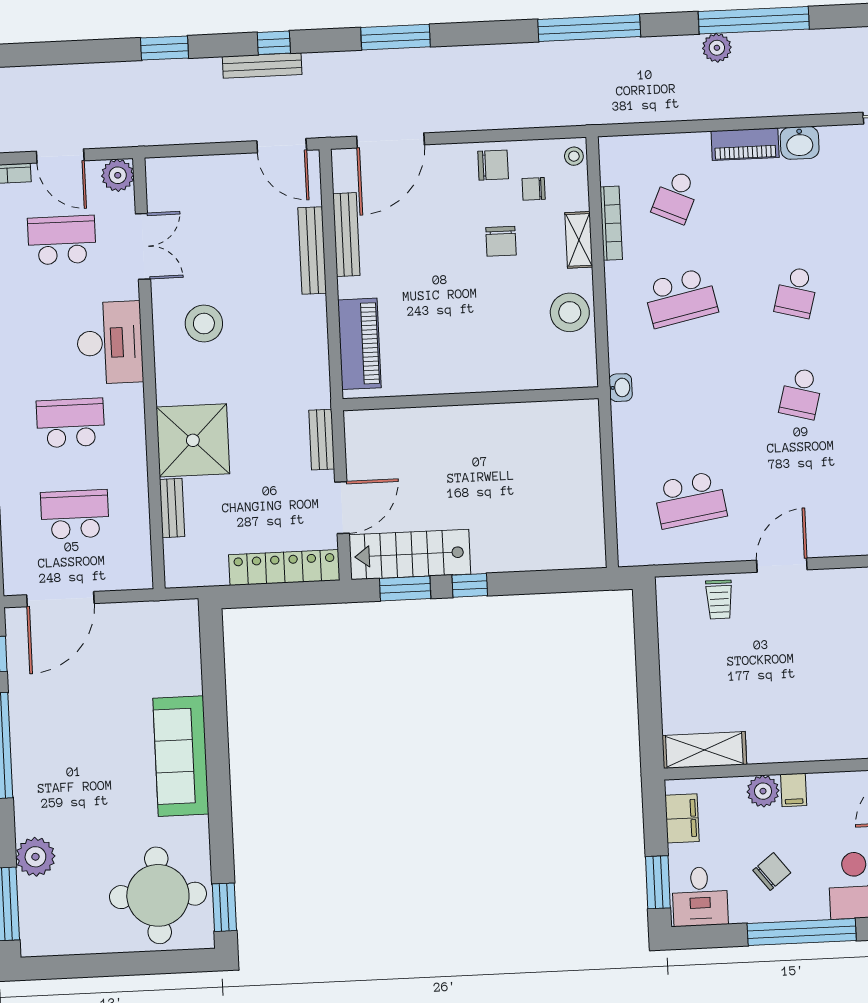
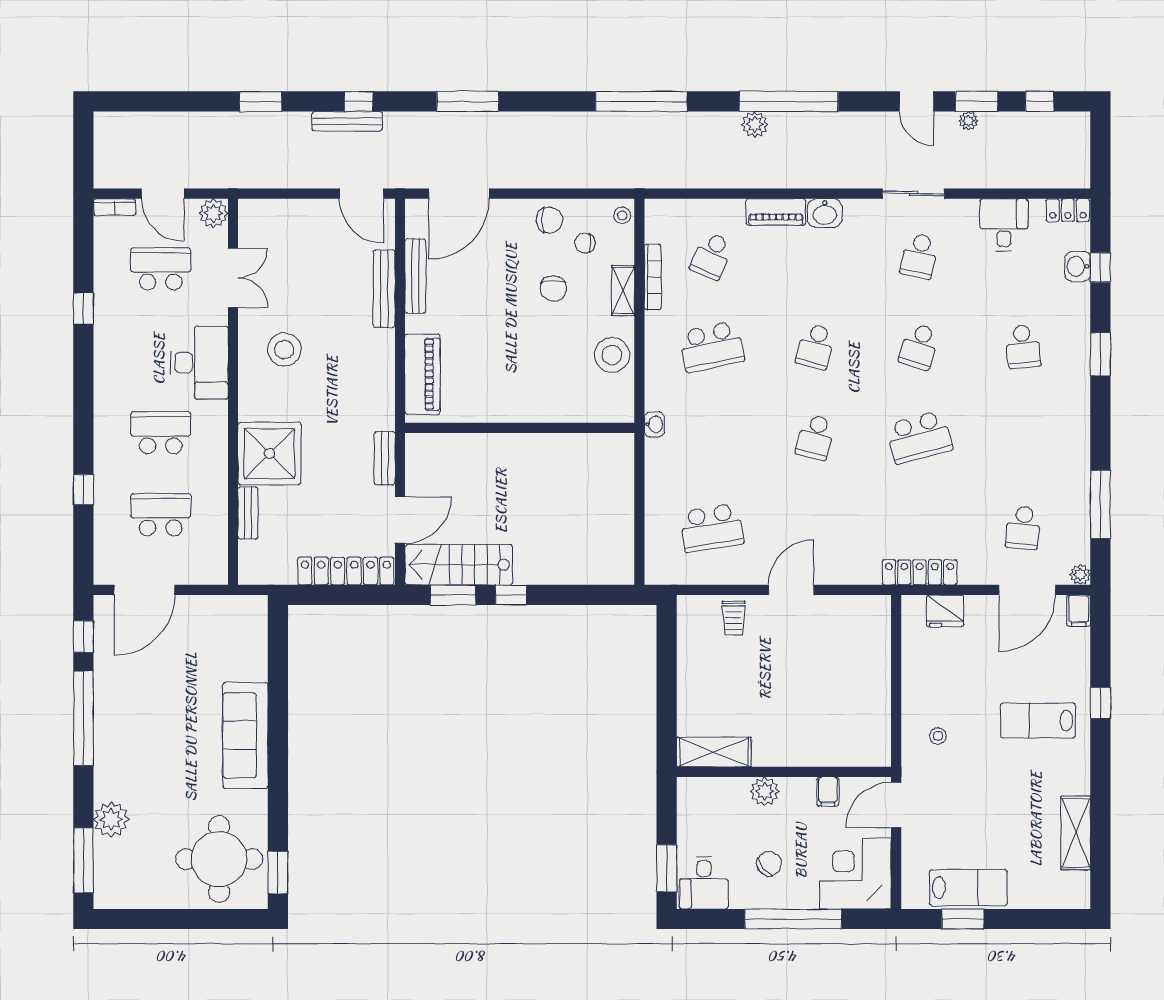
filing cabinet: (794, 790) -> (828, 792), moved
filing cabinet: (682, 818) -> (691, 812), removed

